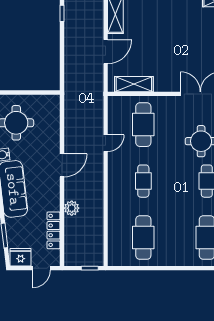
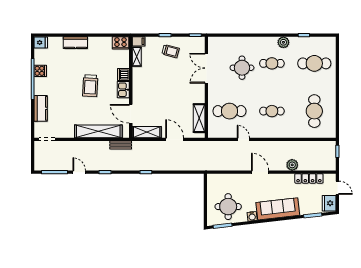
cafe table: (143, 238) -> (314, 111), turned 90

